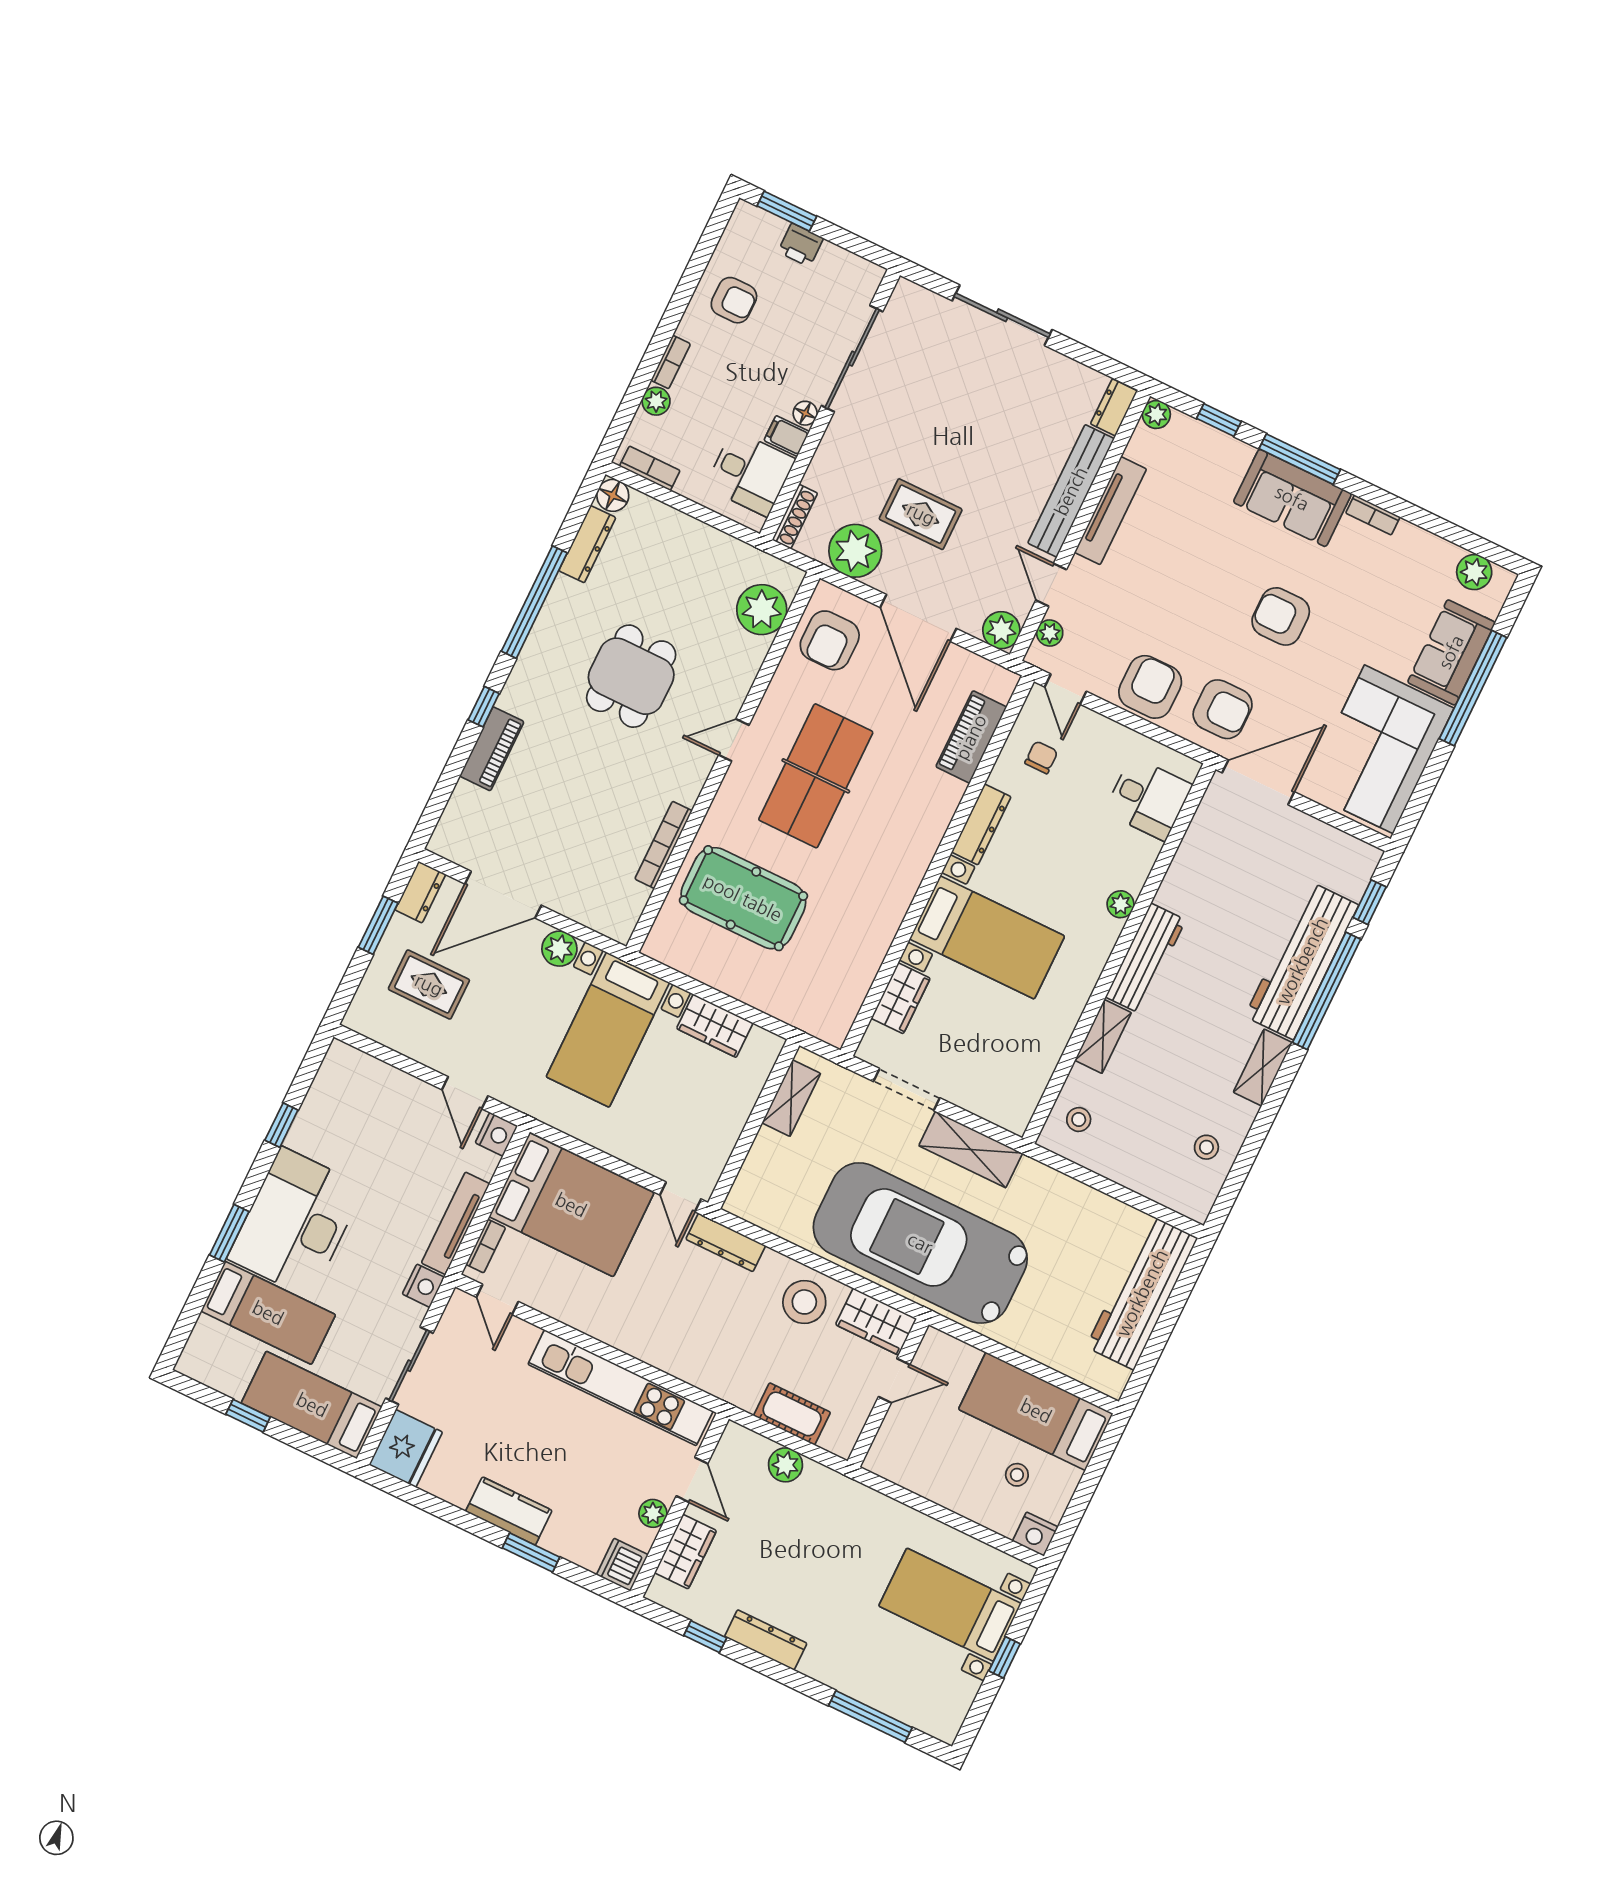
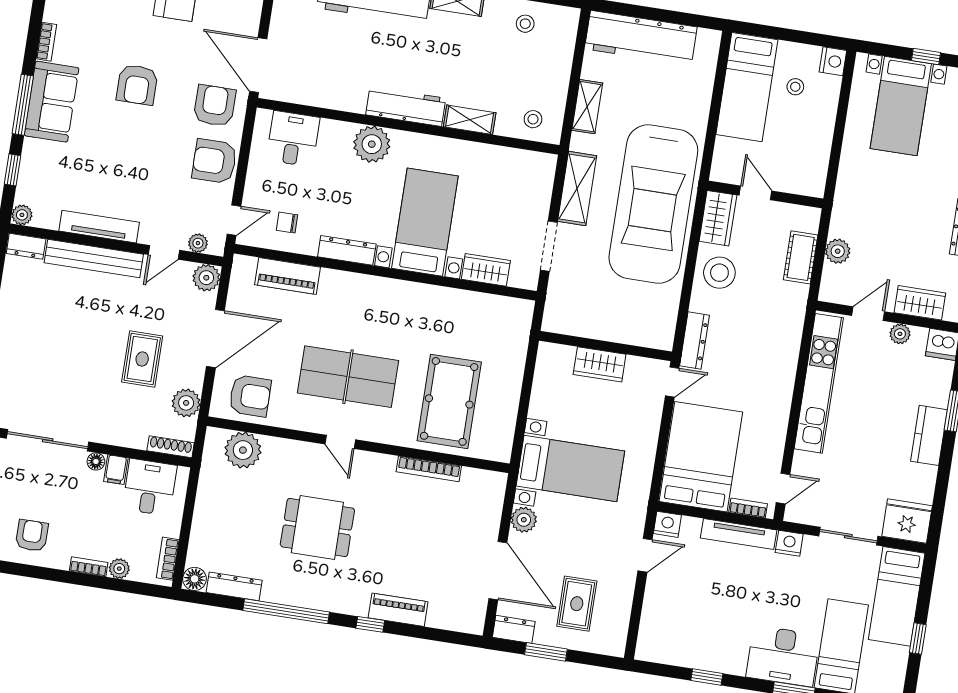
plant: (855, 551) -> (186, 403), width x0.73, depth x0.73
plant: (1121, 904) -> (372, 144), width x1.88, depth x1.88
wardrobe: (715, 1026) -> (600, 364), moved, turned 90
shelving: (791, 1098) -> (587, 107), moved, turned 90
desk: (296, 1223) -> (783, 656), width x0.73, depth x0.77

